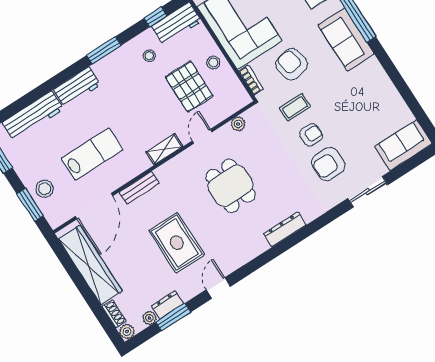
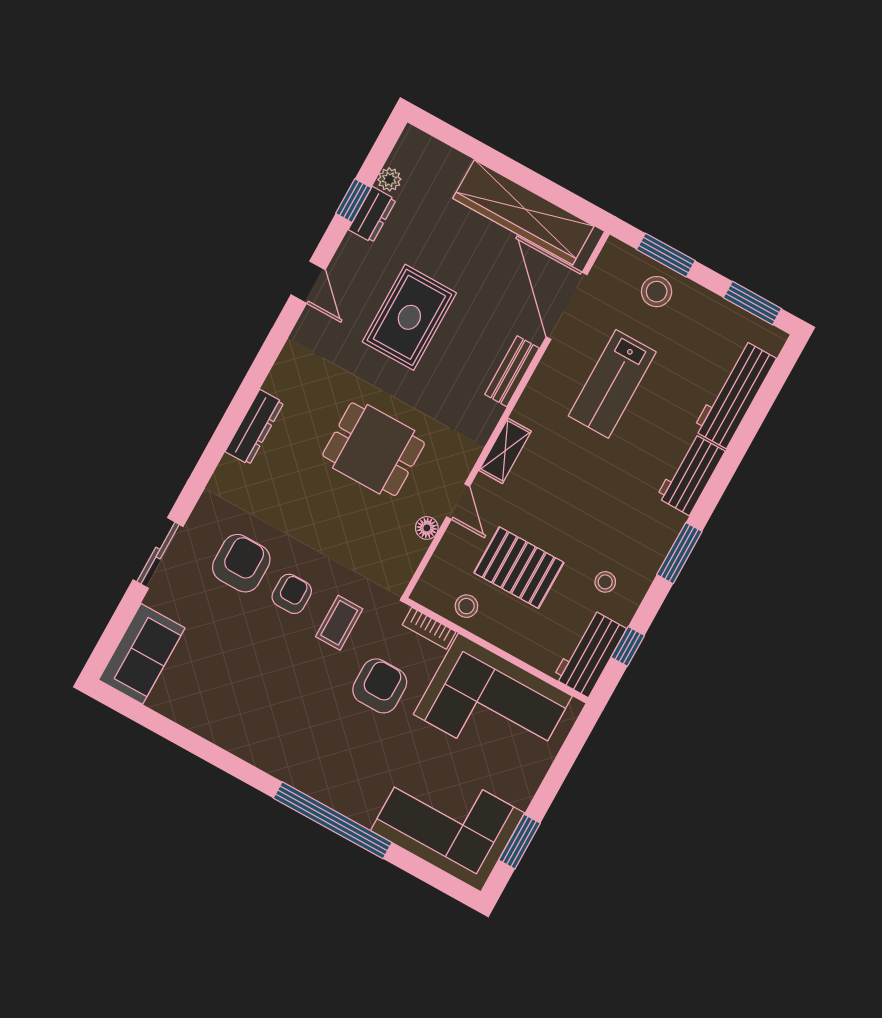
sofa: (346, 40) -> (317, 769), removed
stool: (213, 63) -> (466, 606), moved
armchair: (292, 64) -> (380, 686), turned -79
plant: (238, 124) -> (413, 550), removed
floor lamp: (225, 131) -> (427, 528), added
armchair: (311, 135) -> (292, 594), turned 180
rug: (177, 243) -> (409, 317), turned 90
shoe rack: (114, 314) -> (447, 157), removed
window: (173, 317) -> (353, 201), width x0.67
plant: (127, 332) -> (413, 140), removed

